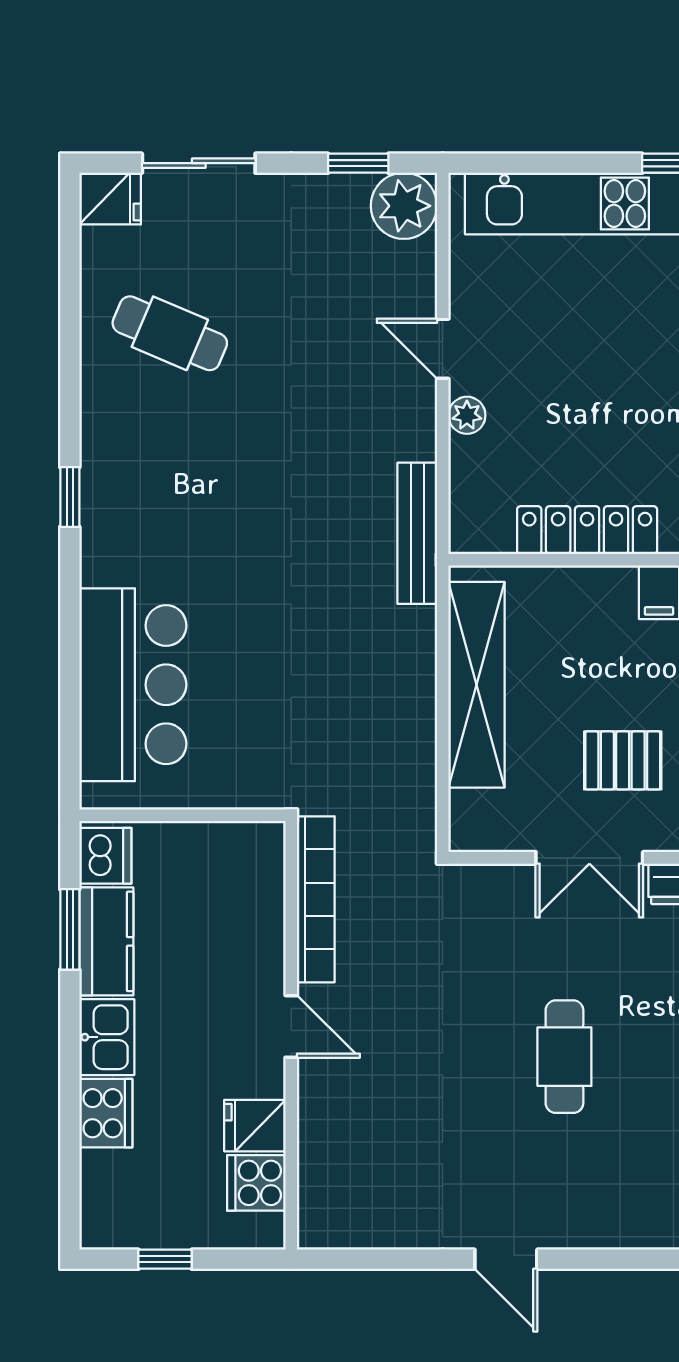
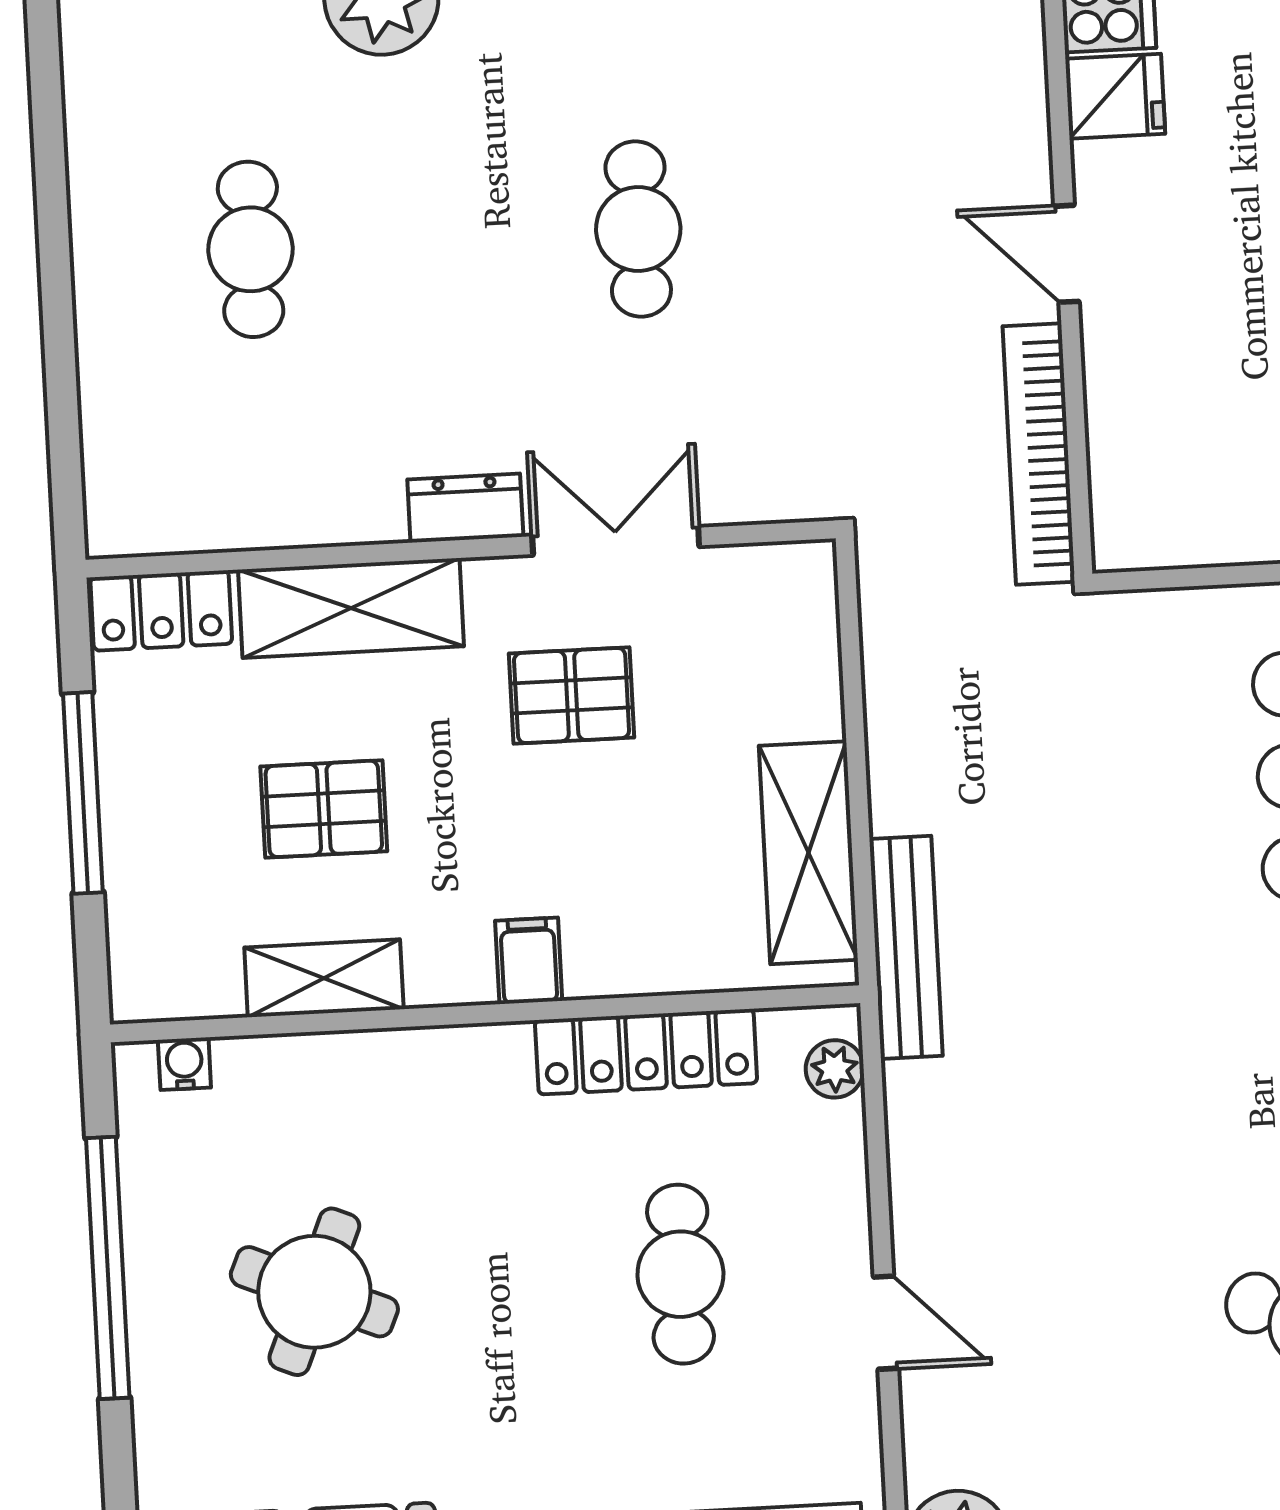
cafe table: (572, 387) -> (680, 1274), added
plant: (467, 415) -> (835, 1069), moved
bench: (417, 533) -> (906, 947), moved
shelving: (476, 685) -> (808, 853), width x0.68

